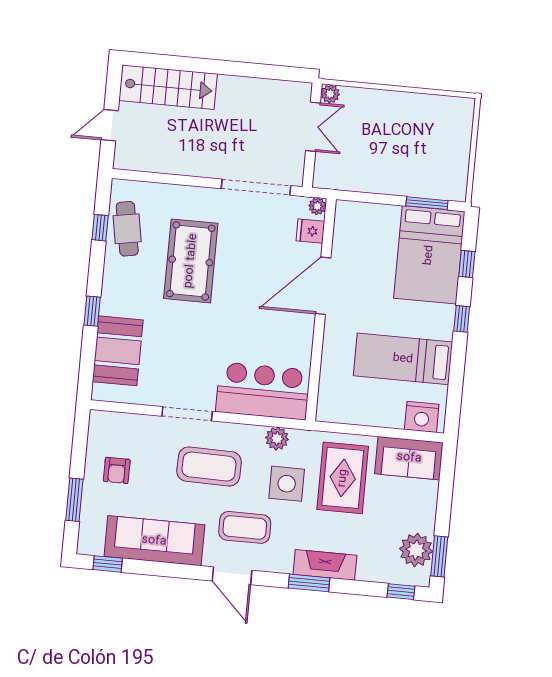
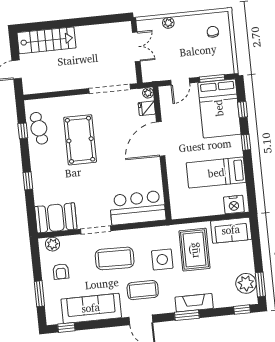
plant: (330, 94) -> (168, 23), moved
chair: (443, 127) -> (213, 32), added
door: (374, 198) -> (180, 82), added
booth: (118, 351) -> (56, 218), moved, turned 90
plant: (277, 438) -> (53, 244), moved

